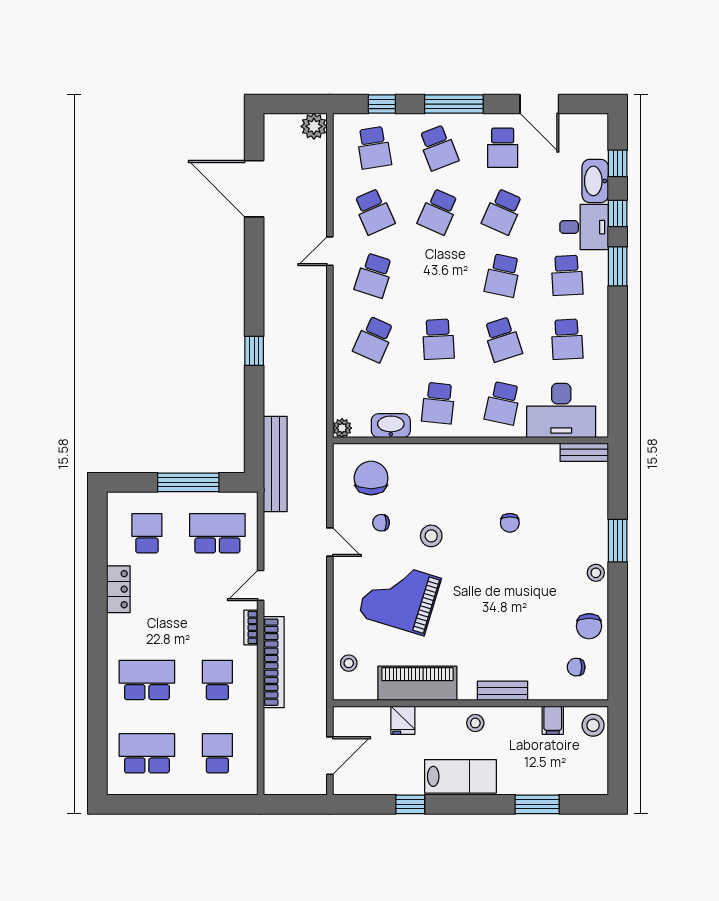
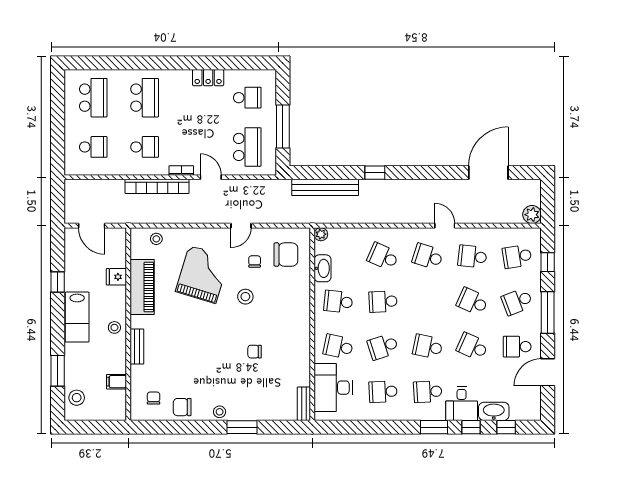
school desk: (374, 212) -> (472, 256), turned 30
bench: (275, 464) -> (325, 187), moved
stool: (593, 725) -> (77, 398), moved

